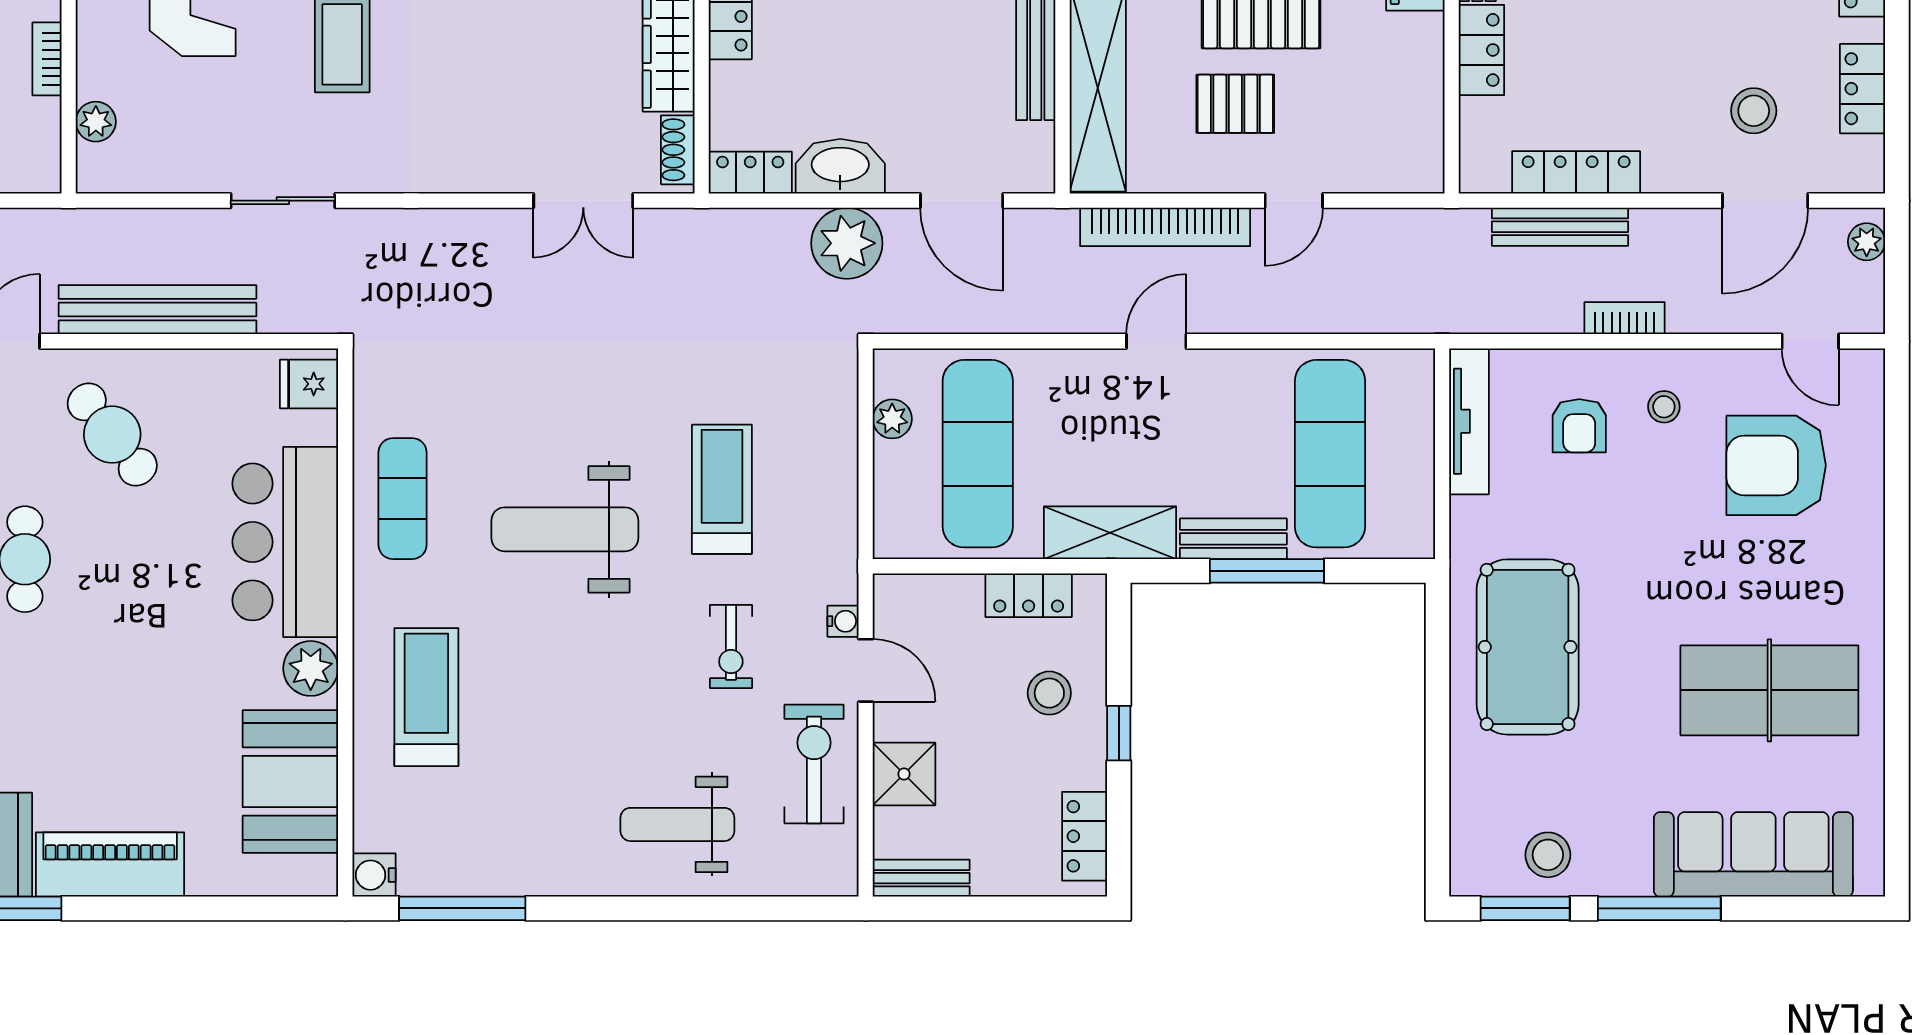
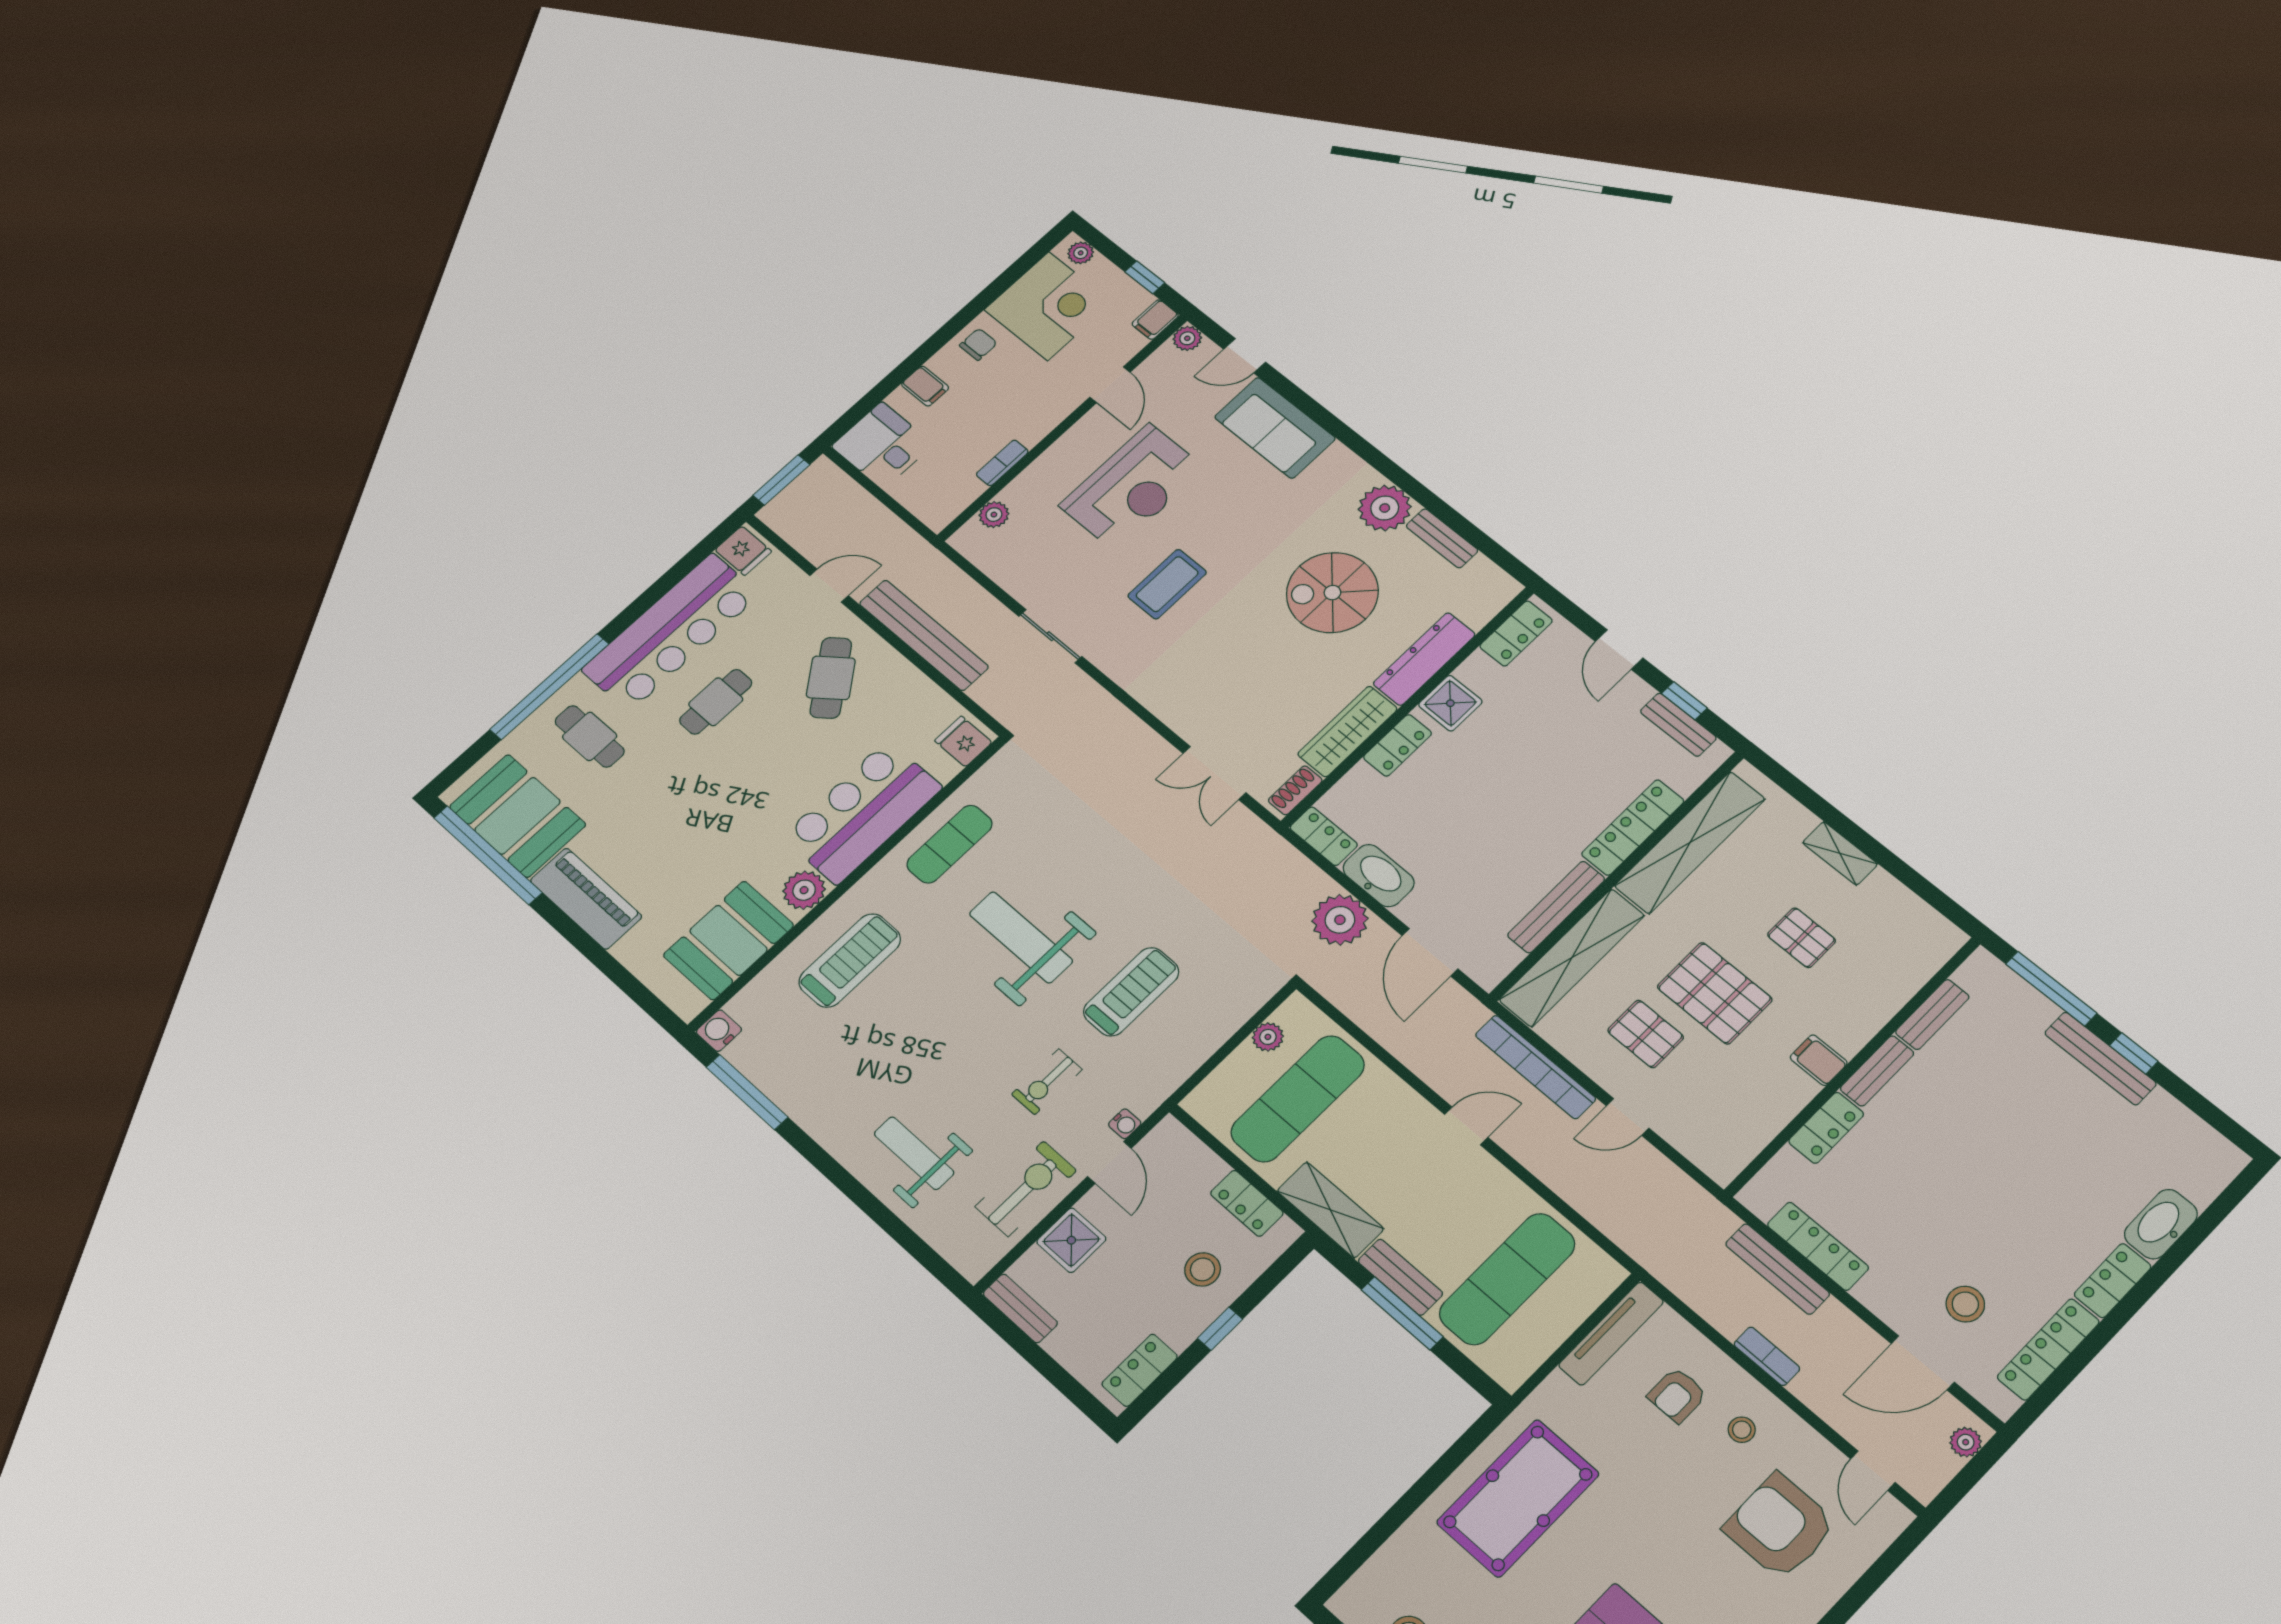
locker: (1863, 89) -> (2048, 1349), width x1.53

